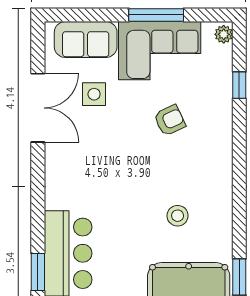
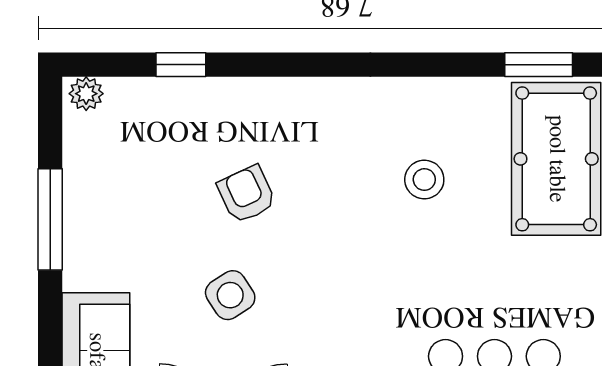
corner sofa: (160, 51) -> (117, 213), removed
side table: (94, 94) -> (230, 295), moved, turned -33

